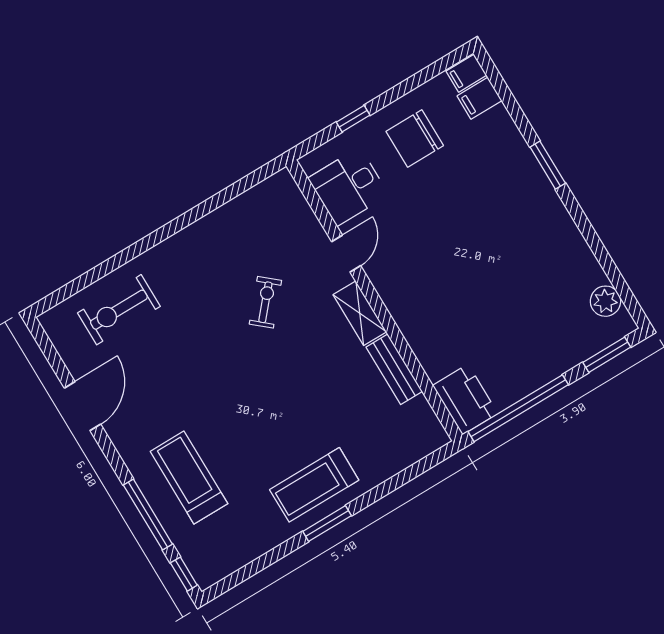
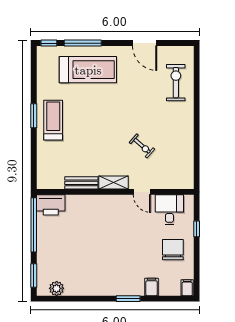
filing cabinet: (479, 98) -> (152, 287), moved
treadmill: (189, 478) -> (88, 70), width x1.37, depth x1.38

